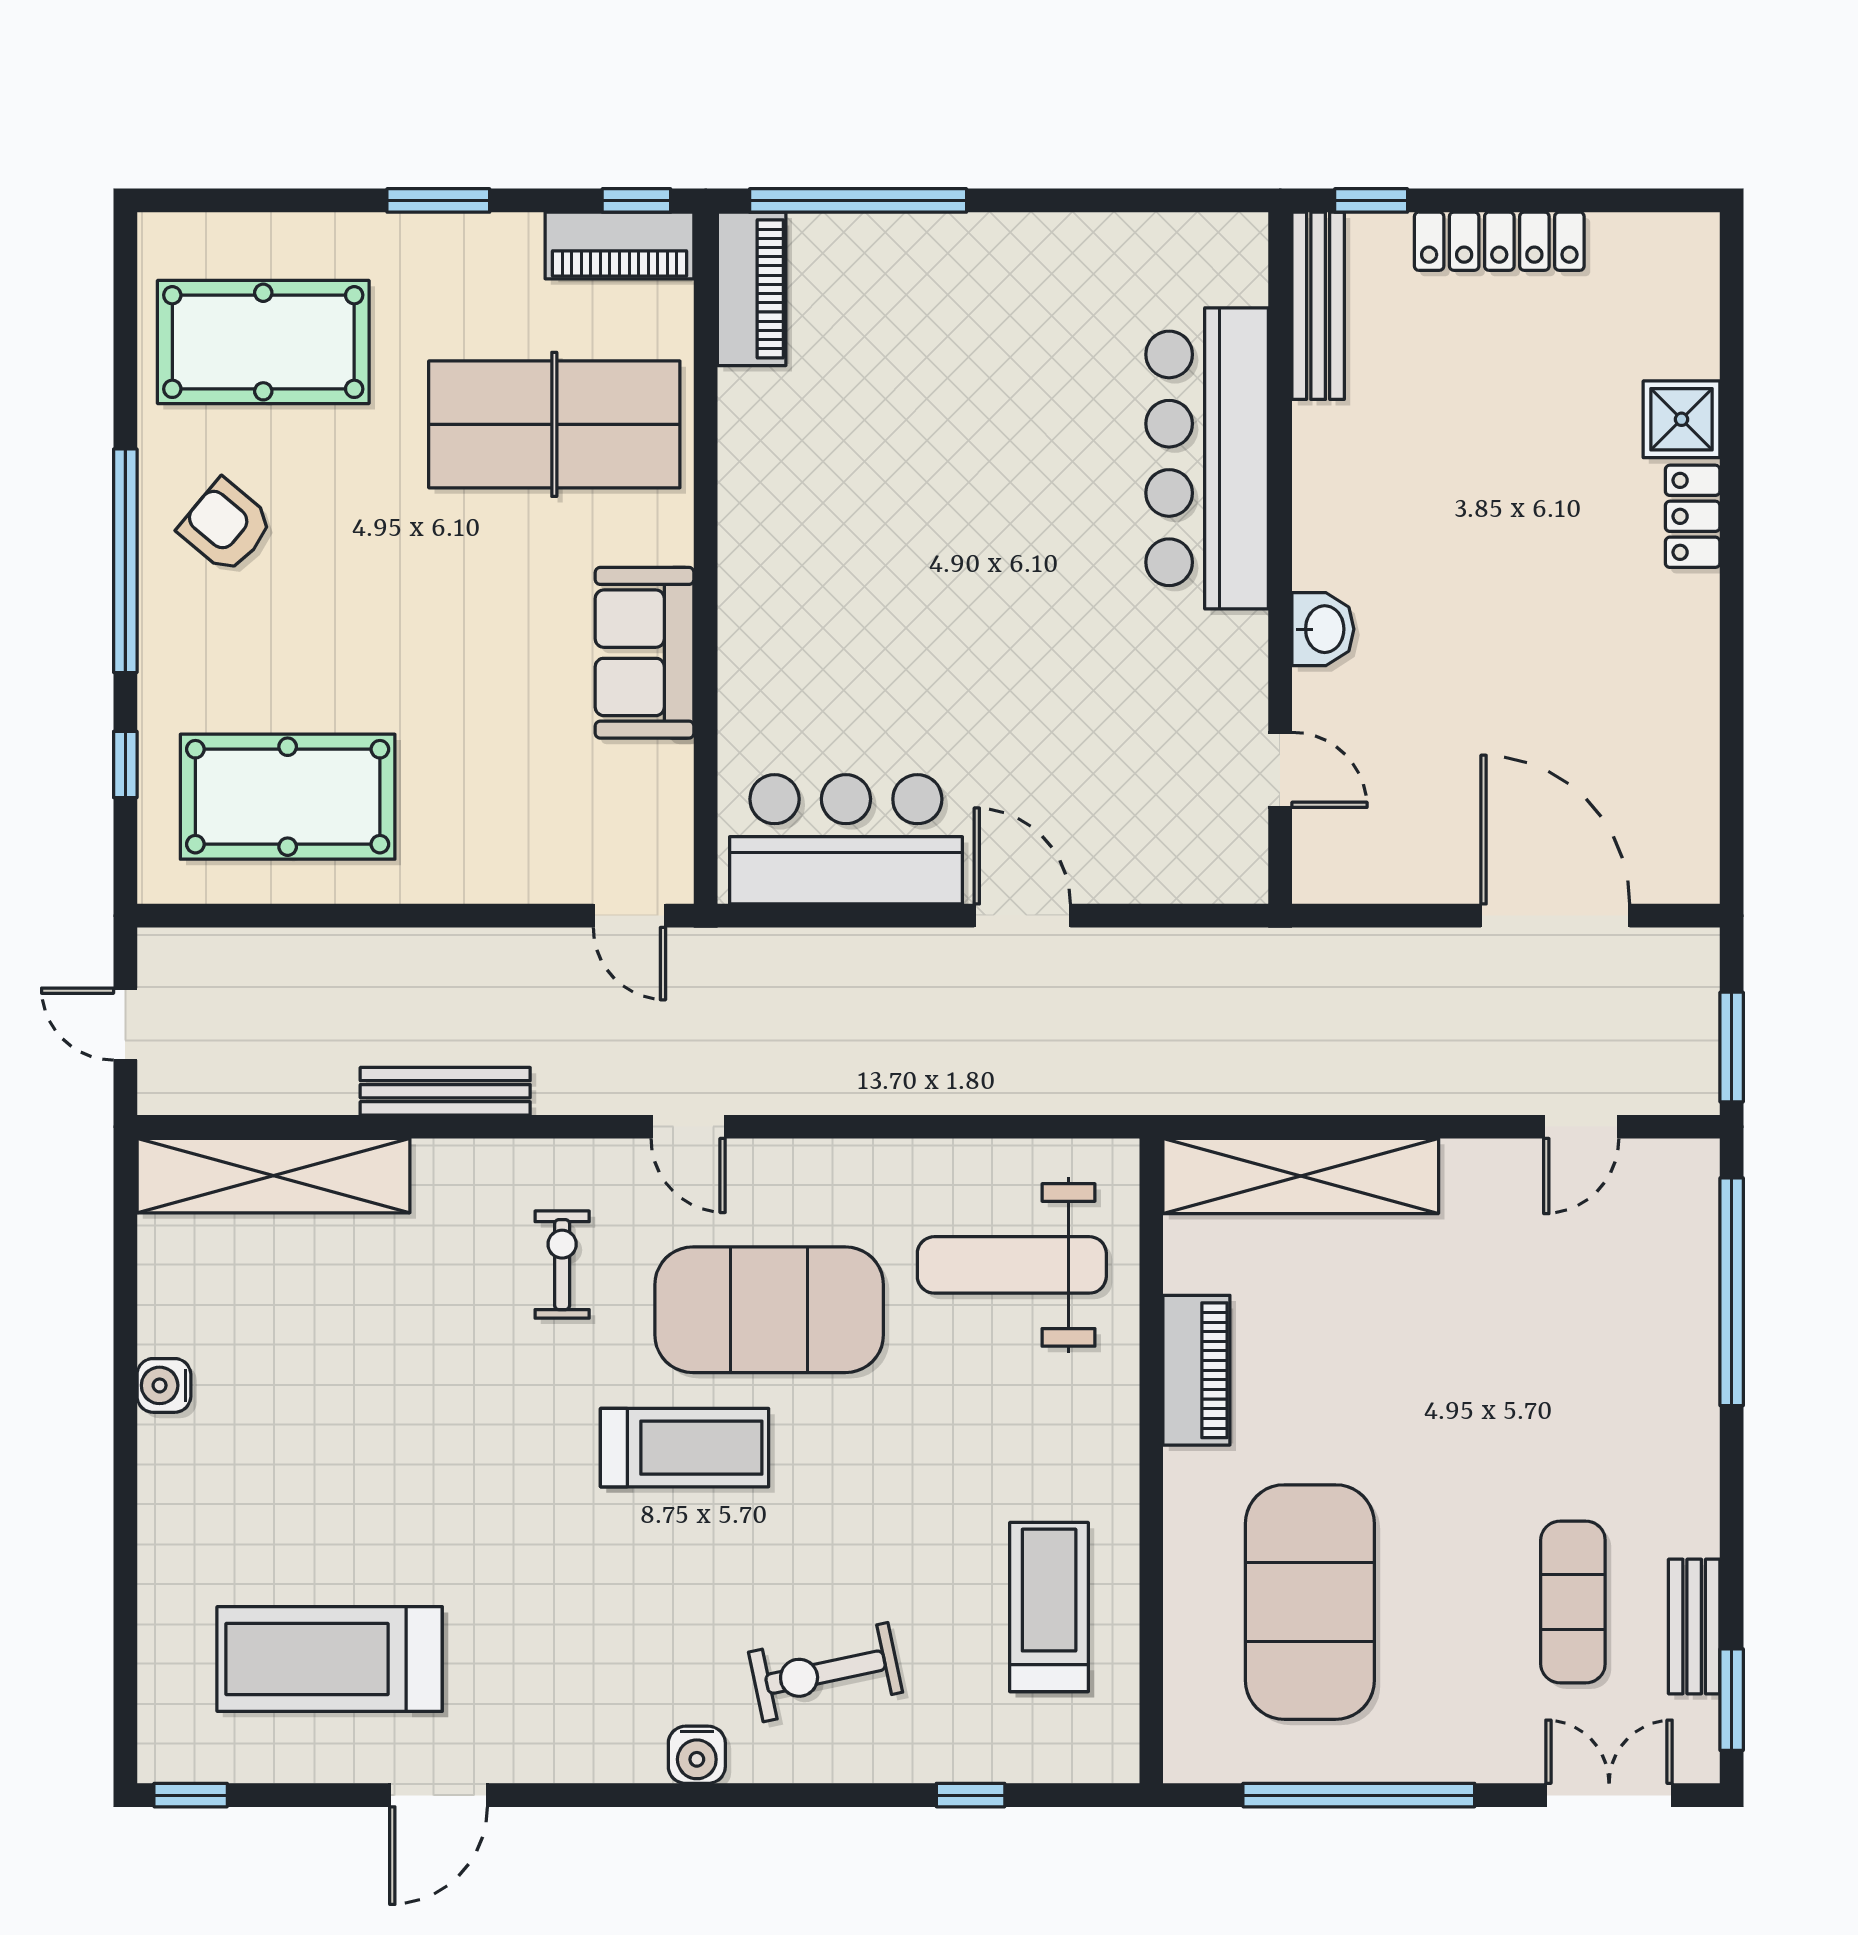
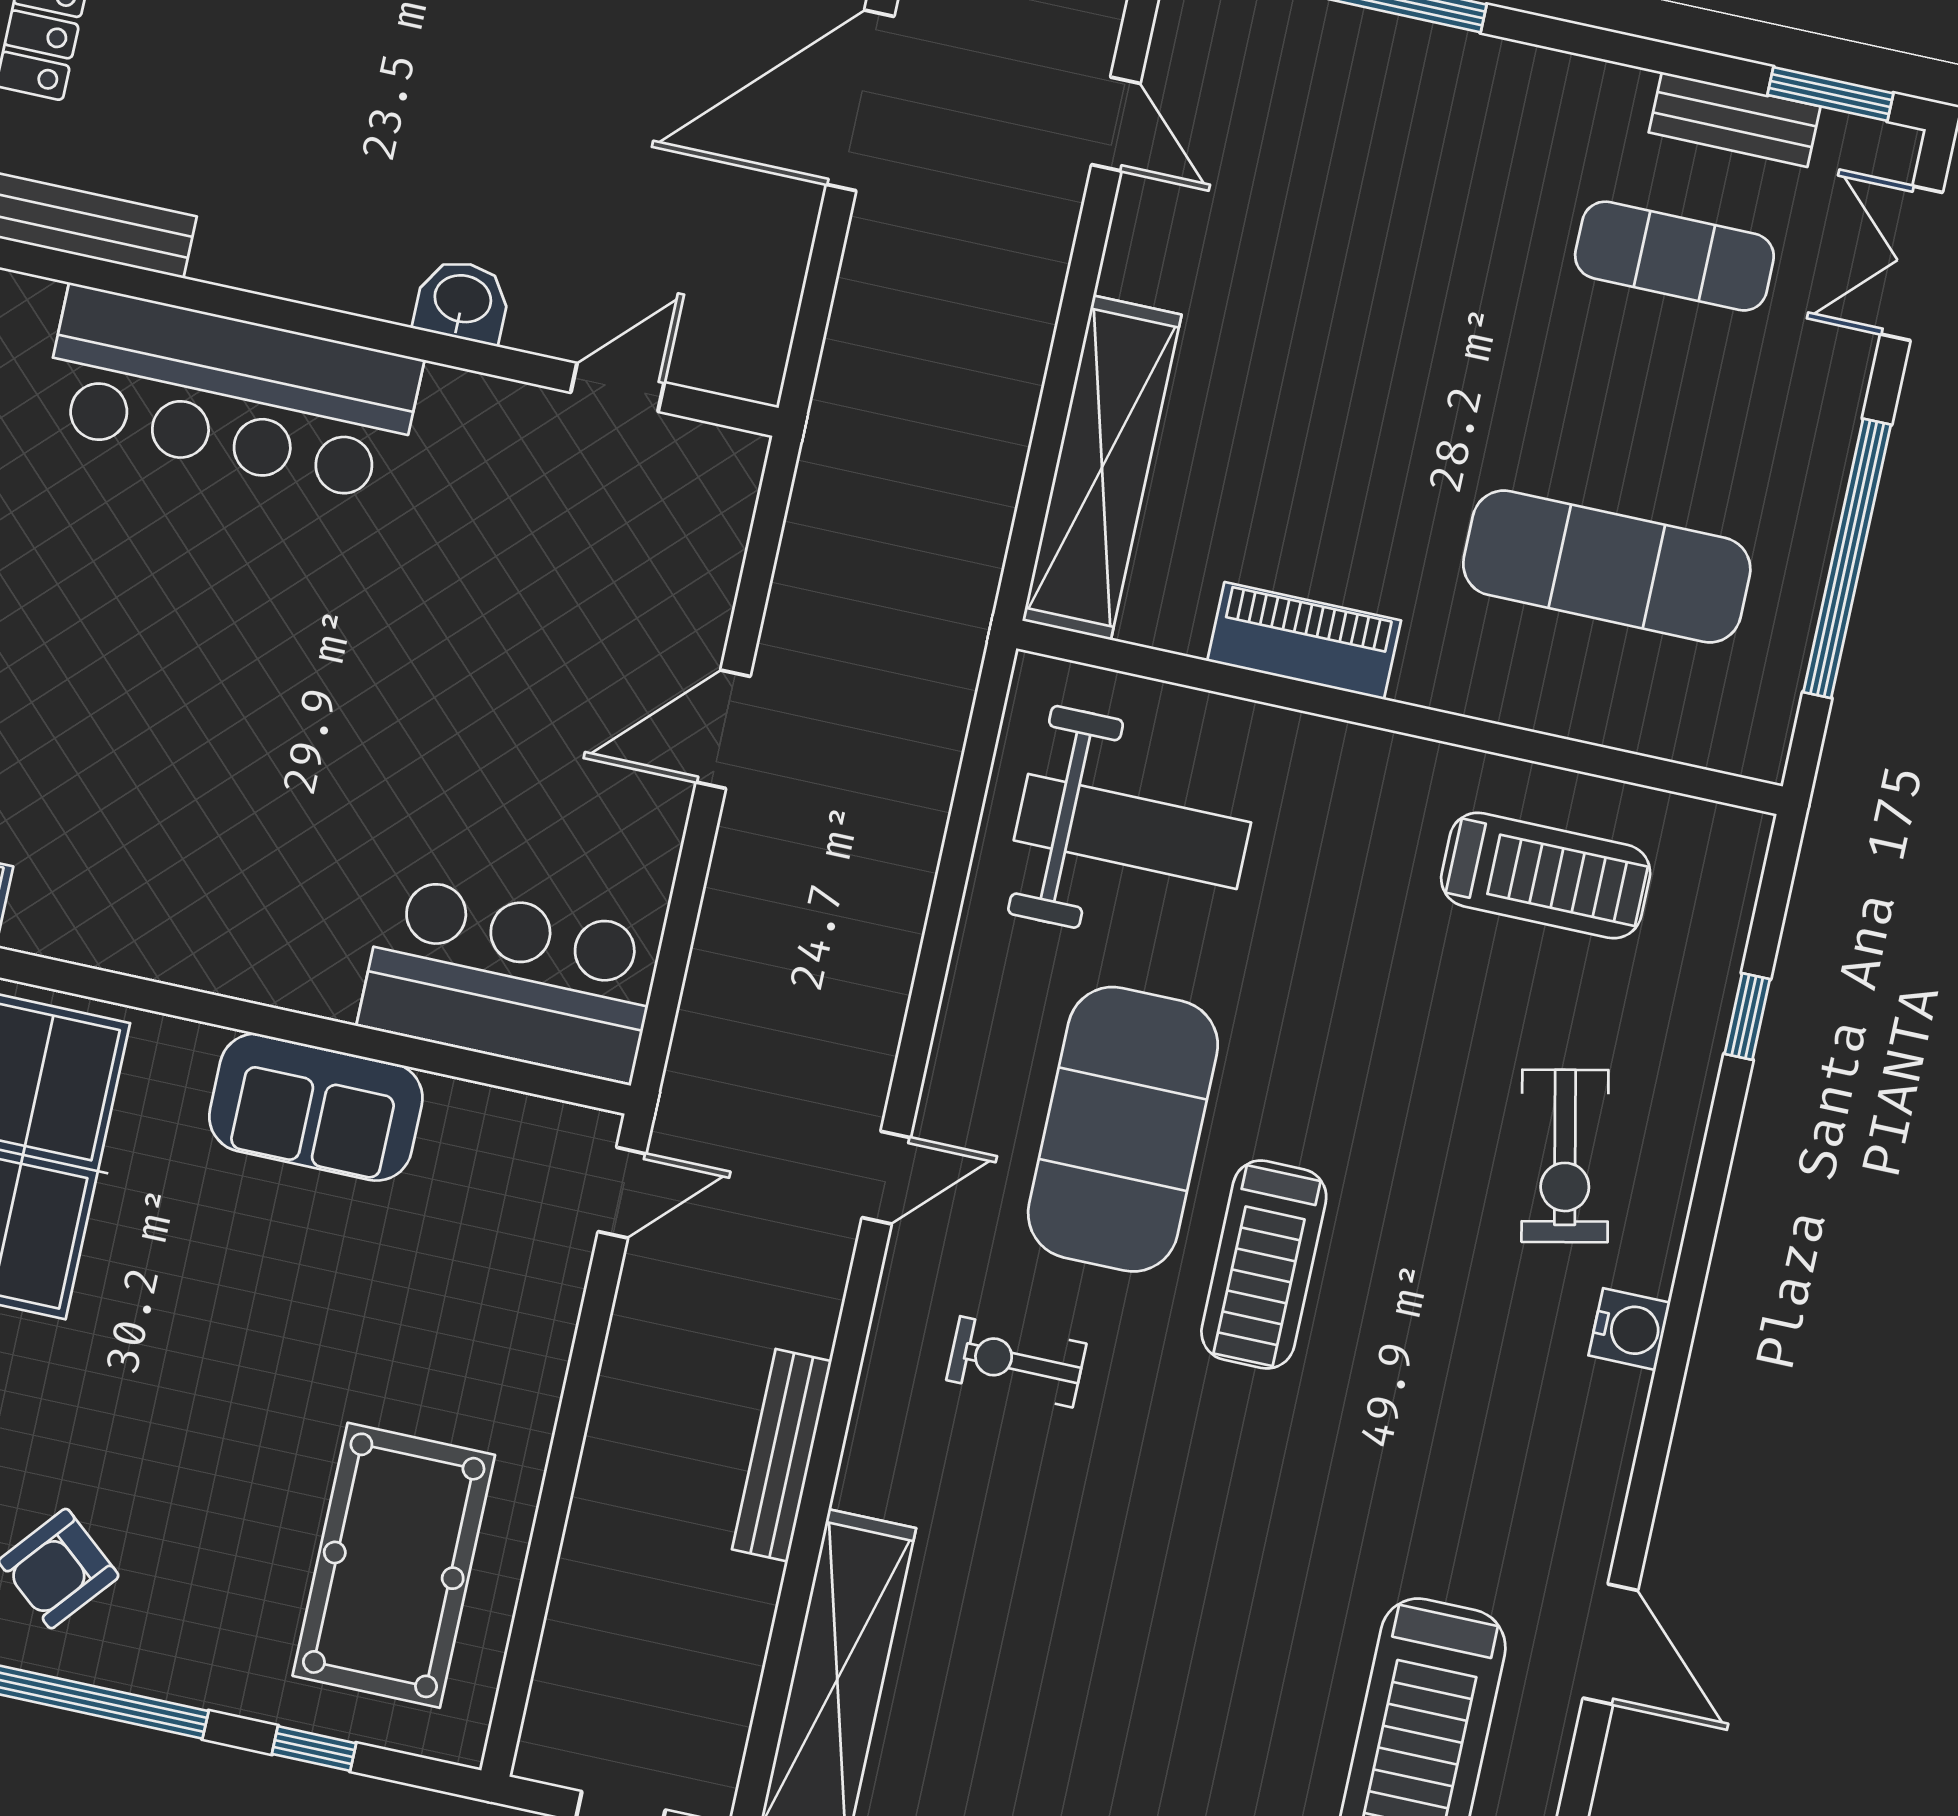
bar counter: (846, 839) -> (510, 980), moved, turned 90
weight bench: (1012, 1265) -> (1132, 831), turned -90
treadmill: (685, 1448) -> (1264, 1264), turned 180
exercise mat: (1310, 1602) -> (1607, 566), width x0.68
treadmill: (1049, 1607) -> (1546, 876), turned 180

